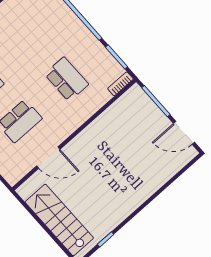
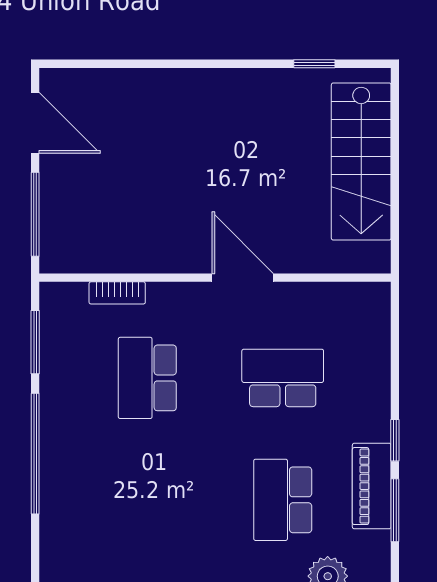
bookcase: (120, 84) -> (117, 293), moved
door: (48, 158) -> (243, 278), moved

